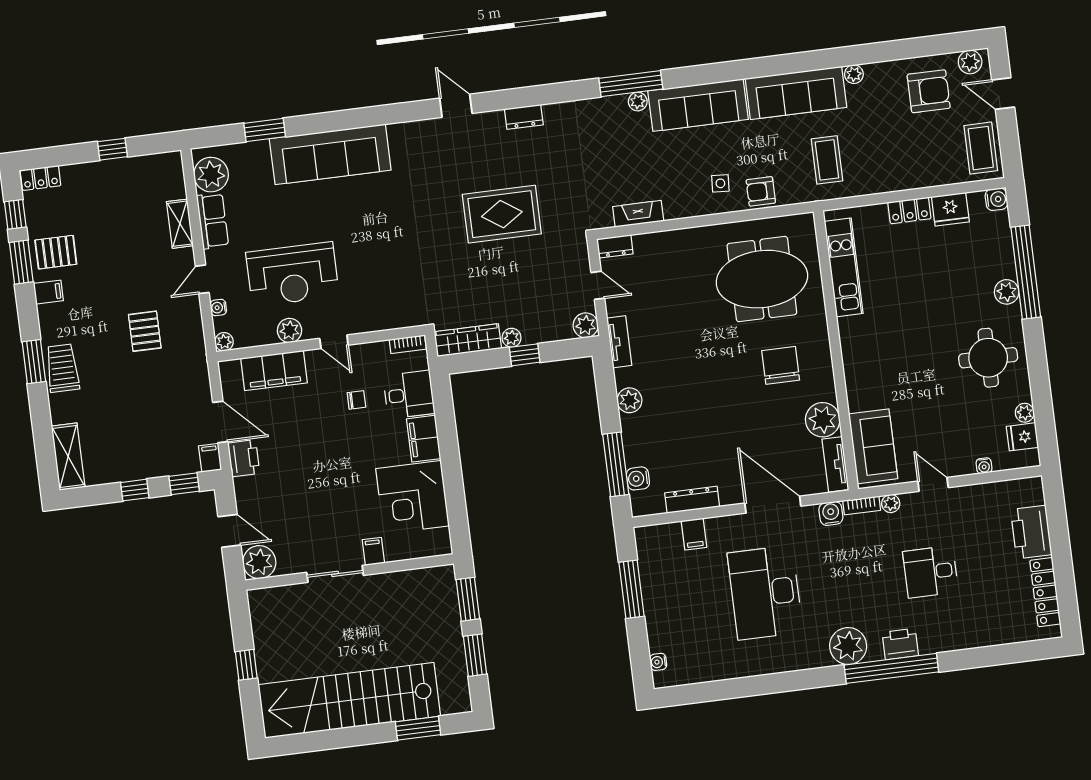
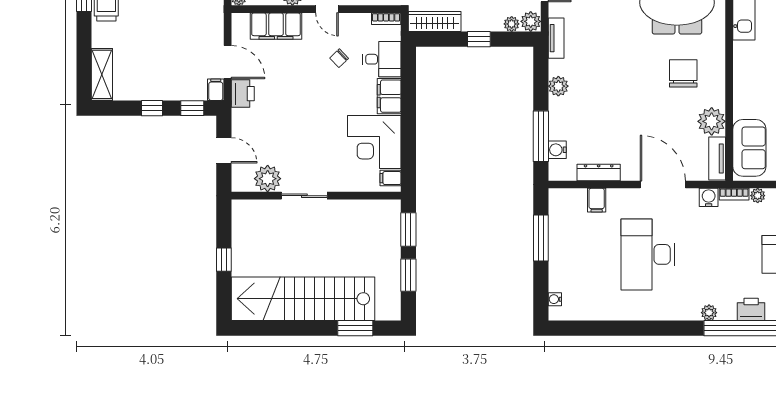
plant: (512, 338) -> (512, 24), moved
chair: (356, 400) -> (339, 58), turned 136
filing cabinet: (373, 551) -> (391, 178), moved, turned -90
plant: (259, 562) -> (268, 179), moved
plant: (848, 646) -> (709, 313), width x0.53, depth x0.53

